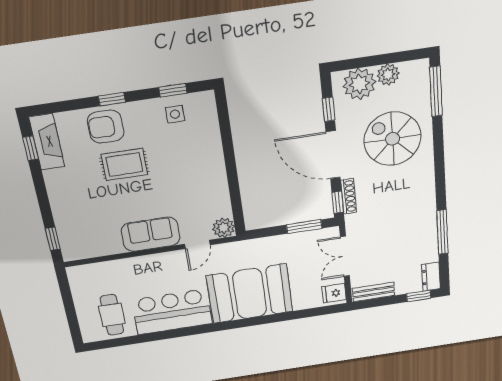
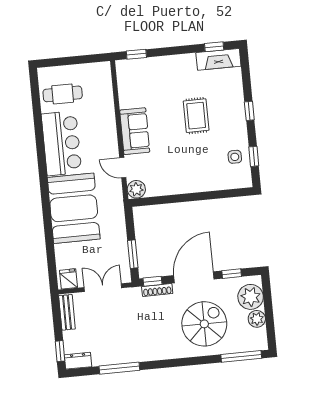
armchair: (106, 127) -> (228, 104), removed

